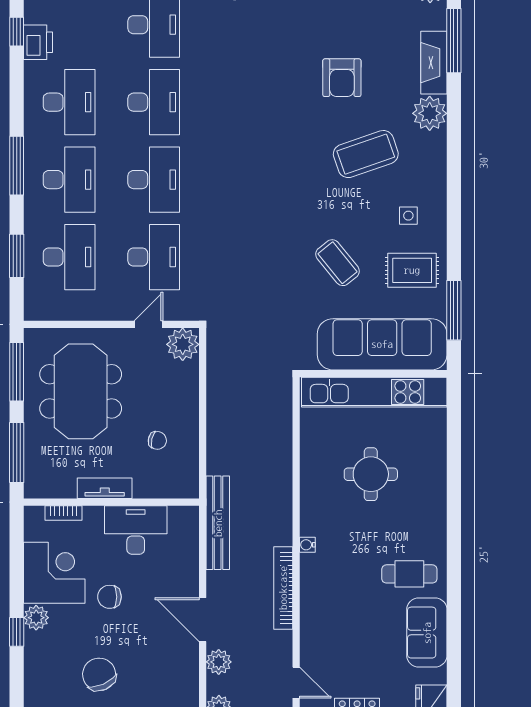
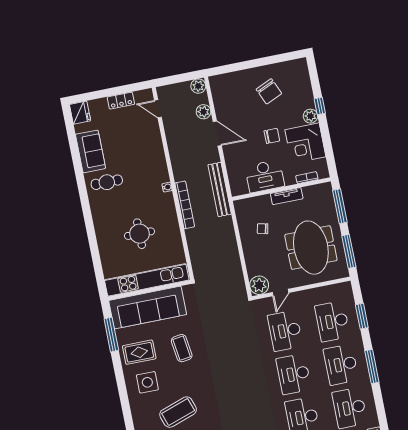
side table: (408, 216) -> (147, 382), width x1.87, depth x1.87
coffee table: (338, 263) -> (182, 348), turned 31
bookcase: (283, 588) -> (185, 205), moved

